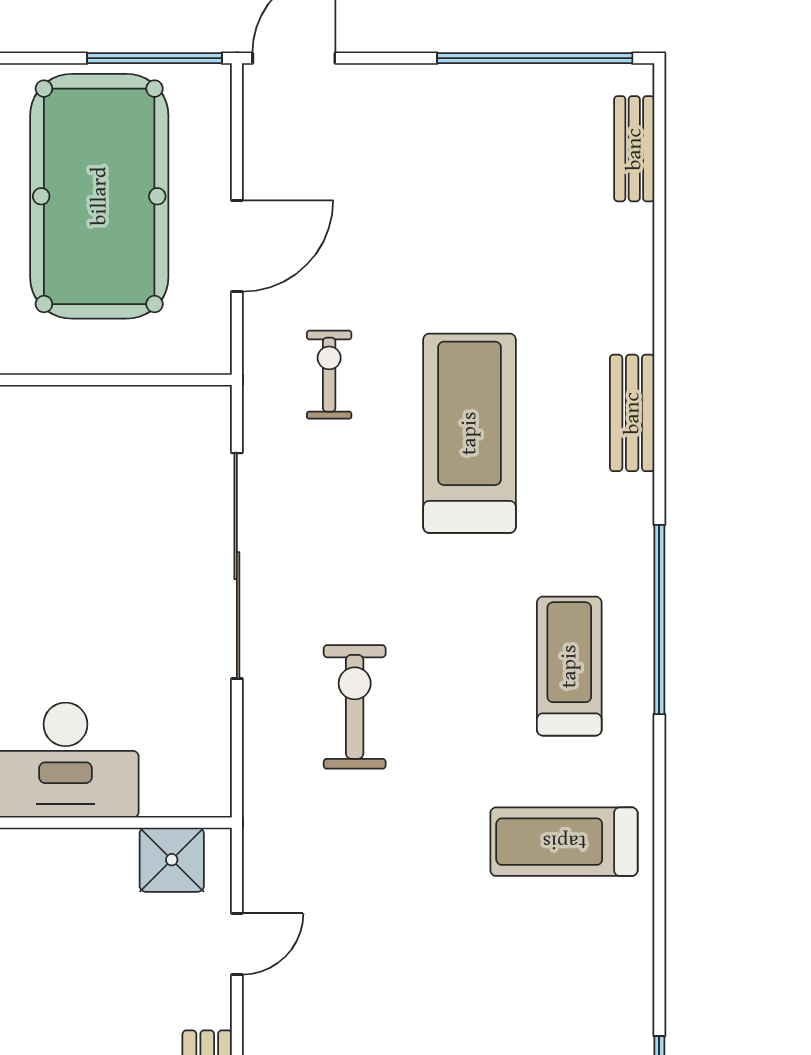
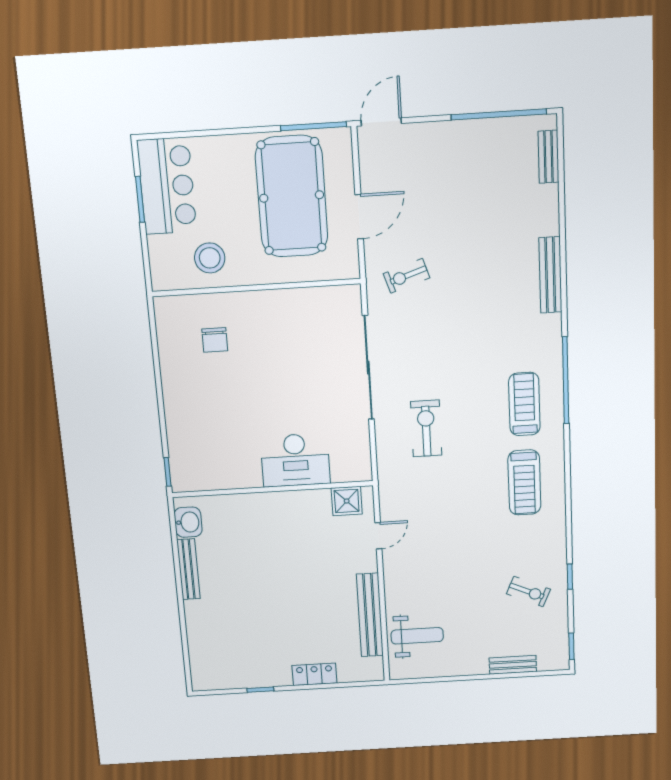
exercise bike: (329, 375) -> (407, 276), turned -108
bench: (632, 413) -> (550, 275), width x1.36
treadmill: (469, 433) -> (474, 299), removed
treadmill: (564, 842) -> (524, 482), turned -90

